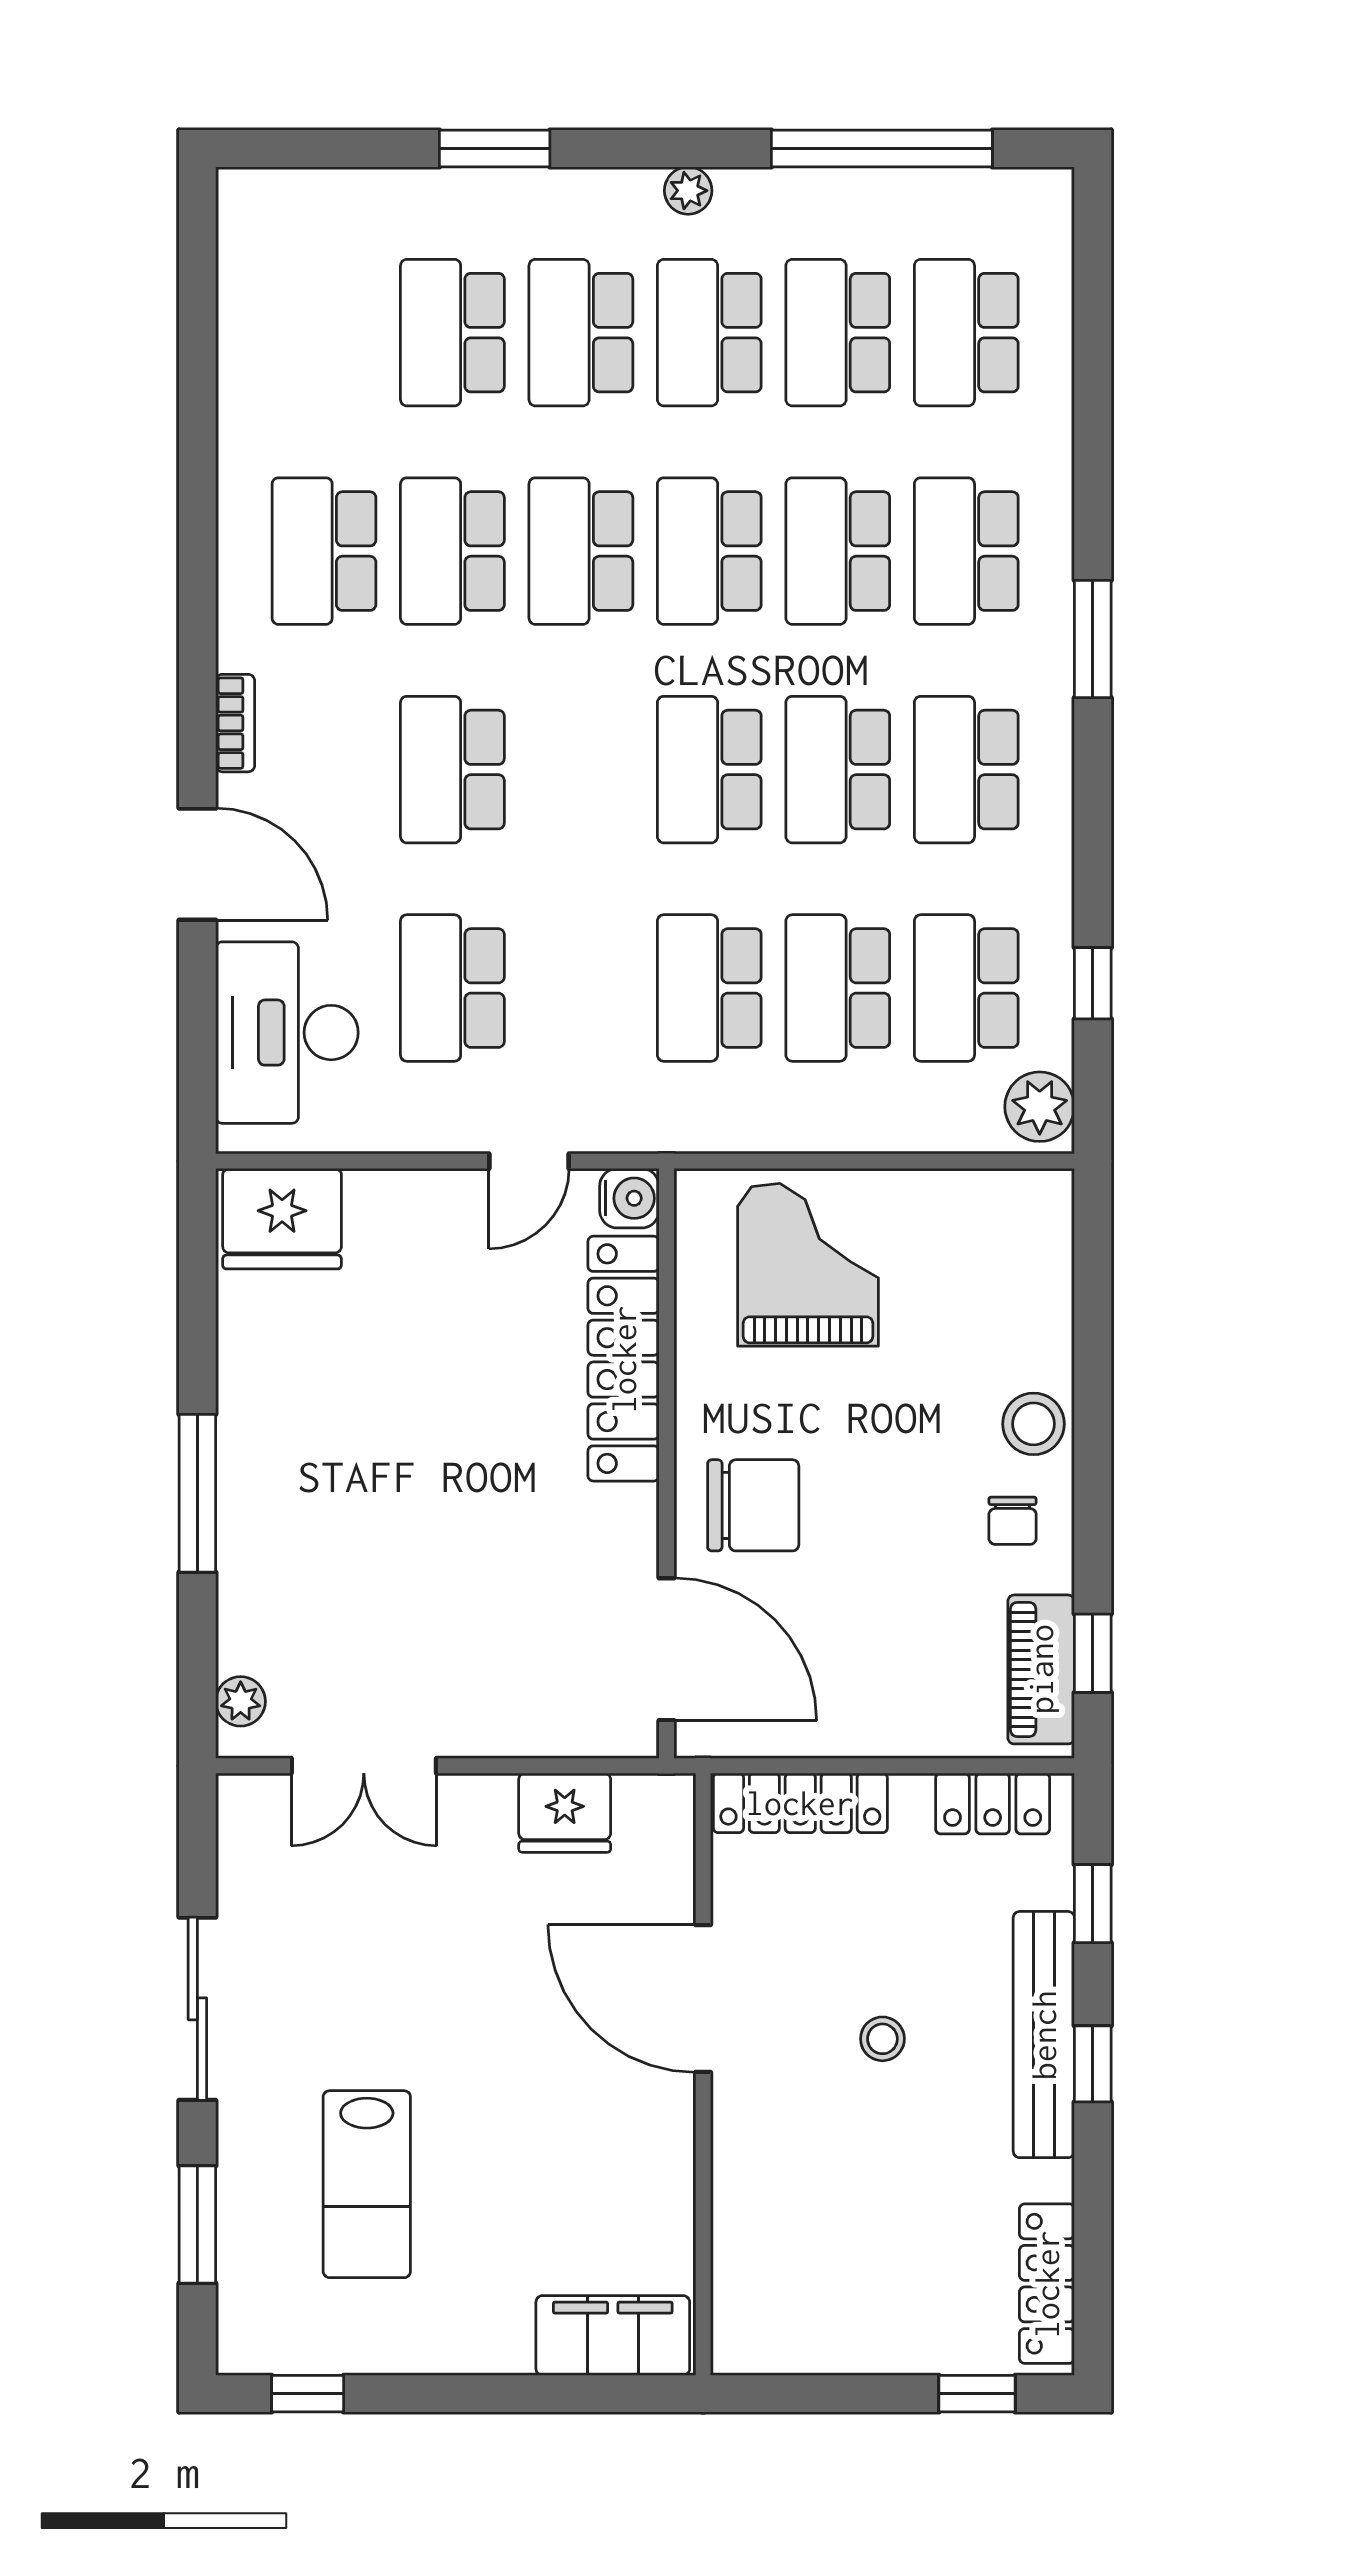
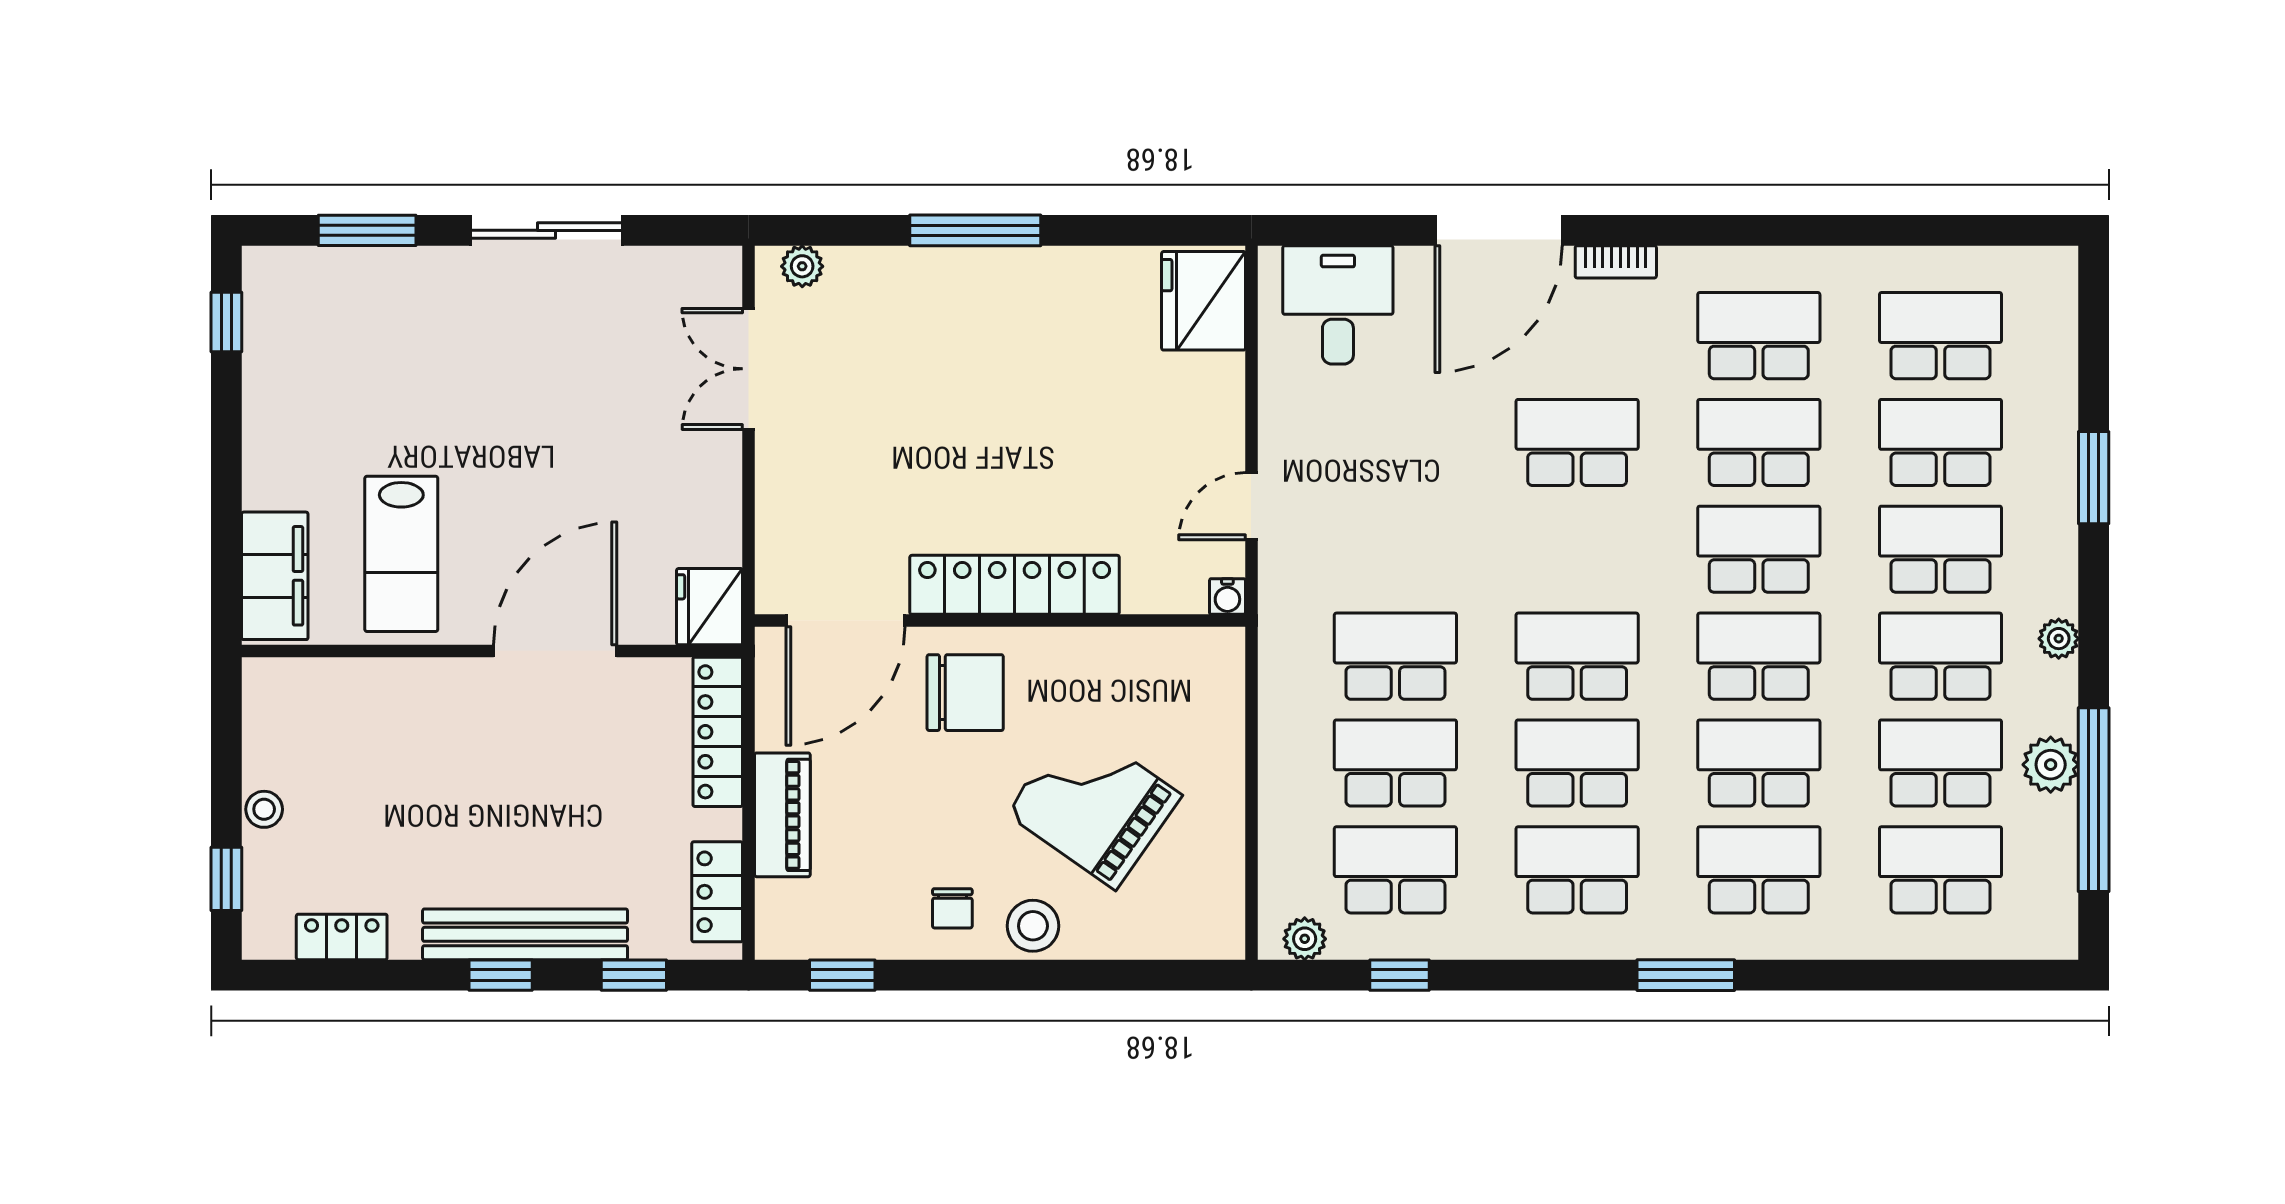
plant: (840, 200) -> (2051, 765), added
door: (197, 864) -> (1499, 230), width x1.36
school desk: (452, 988) -> (1941, 336), moved
desk: (287, 1033) -> (1338, 305), width x0.73
plant: (1040, 1107) -> (1305, 939), width x0.73, depth x0.73
door: (529, 1161) -> (1251, 506), hinge flipped
water cooler: (629, 1198) -> (1227, 597), width x0.72, depth x0.72
grand piano: (808, 1265) -> (1094, 804), moved, turned -145
locker: (624, 1359) -> (1015, 585), moved
chair: (753, 1505) -> (965, 693), turned -90
chair: (1013, 1521) -> (952, 908), turned -90
piano: (1041, 1669) -> (782, 815), moved, turned 90
fridge: (565, 1813) -> (710, 607), moved
stool: (882, 2039) -> (264, 809), moved
lab bench: (367, 2184) -> (401, 554), moved, turned -90
locker: (1047, 2284) -> (342, 937), width x0.66

